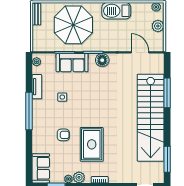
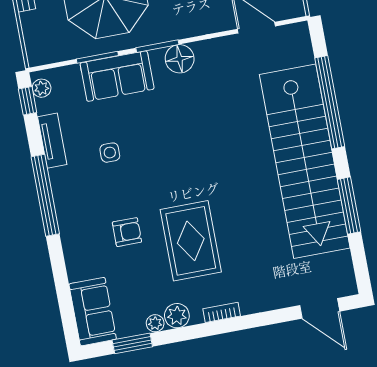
window: (29, 66) -> (28, 101), added
window: (167, 93) -> (330, 102), width x1.46
window: (167, 159) -> (349, 206), moved

